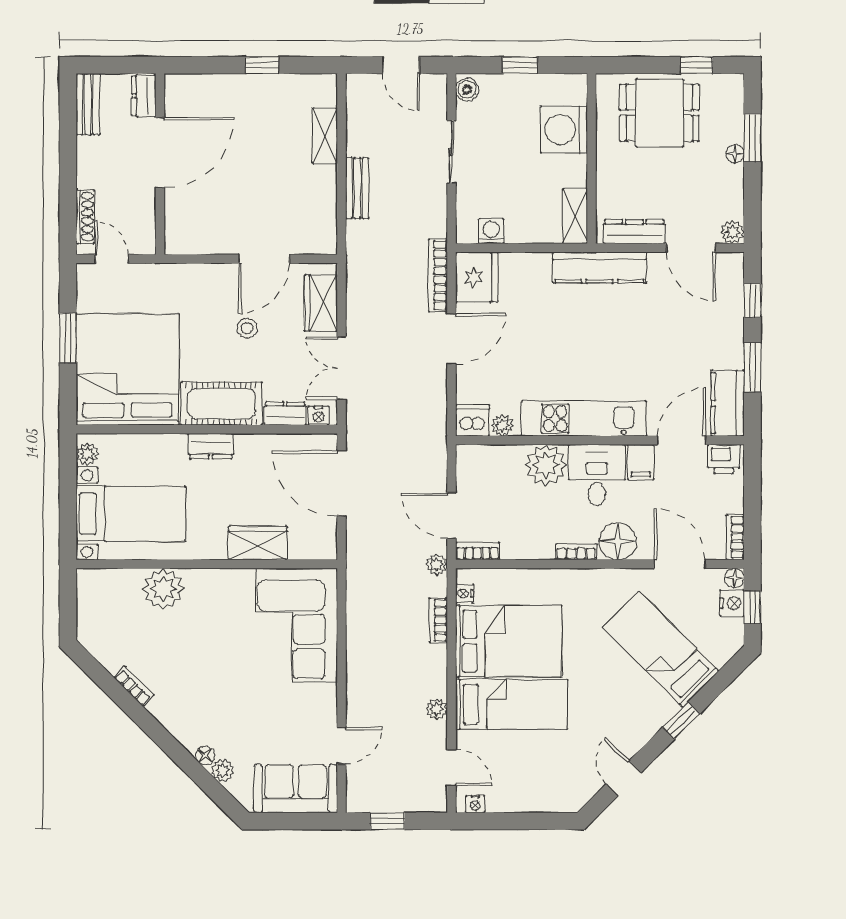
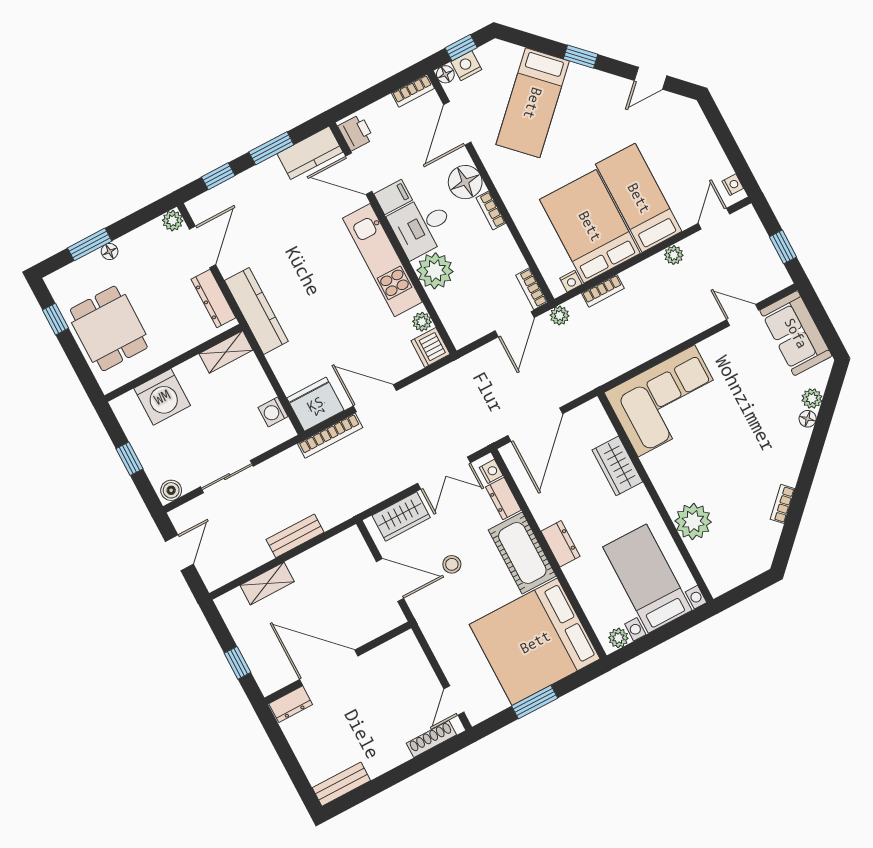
dresser: (144, 96) -> (291, 704), moved
door: (160, 153) -> (329, 668), moved
wall: (160, 164) -> (338, 663), moved

